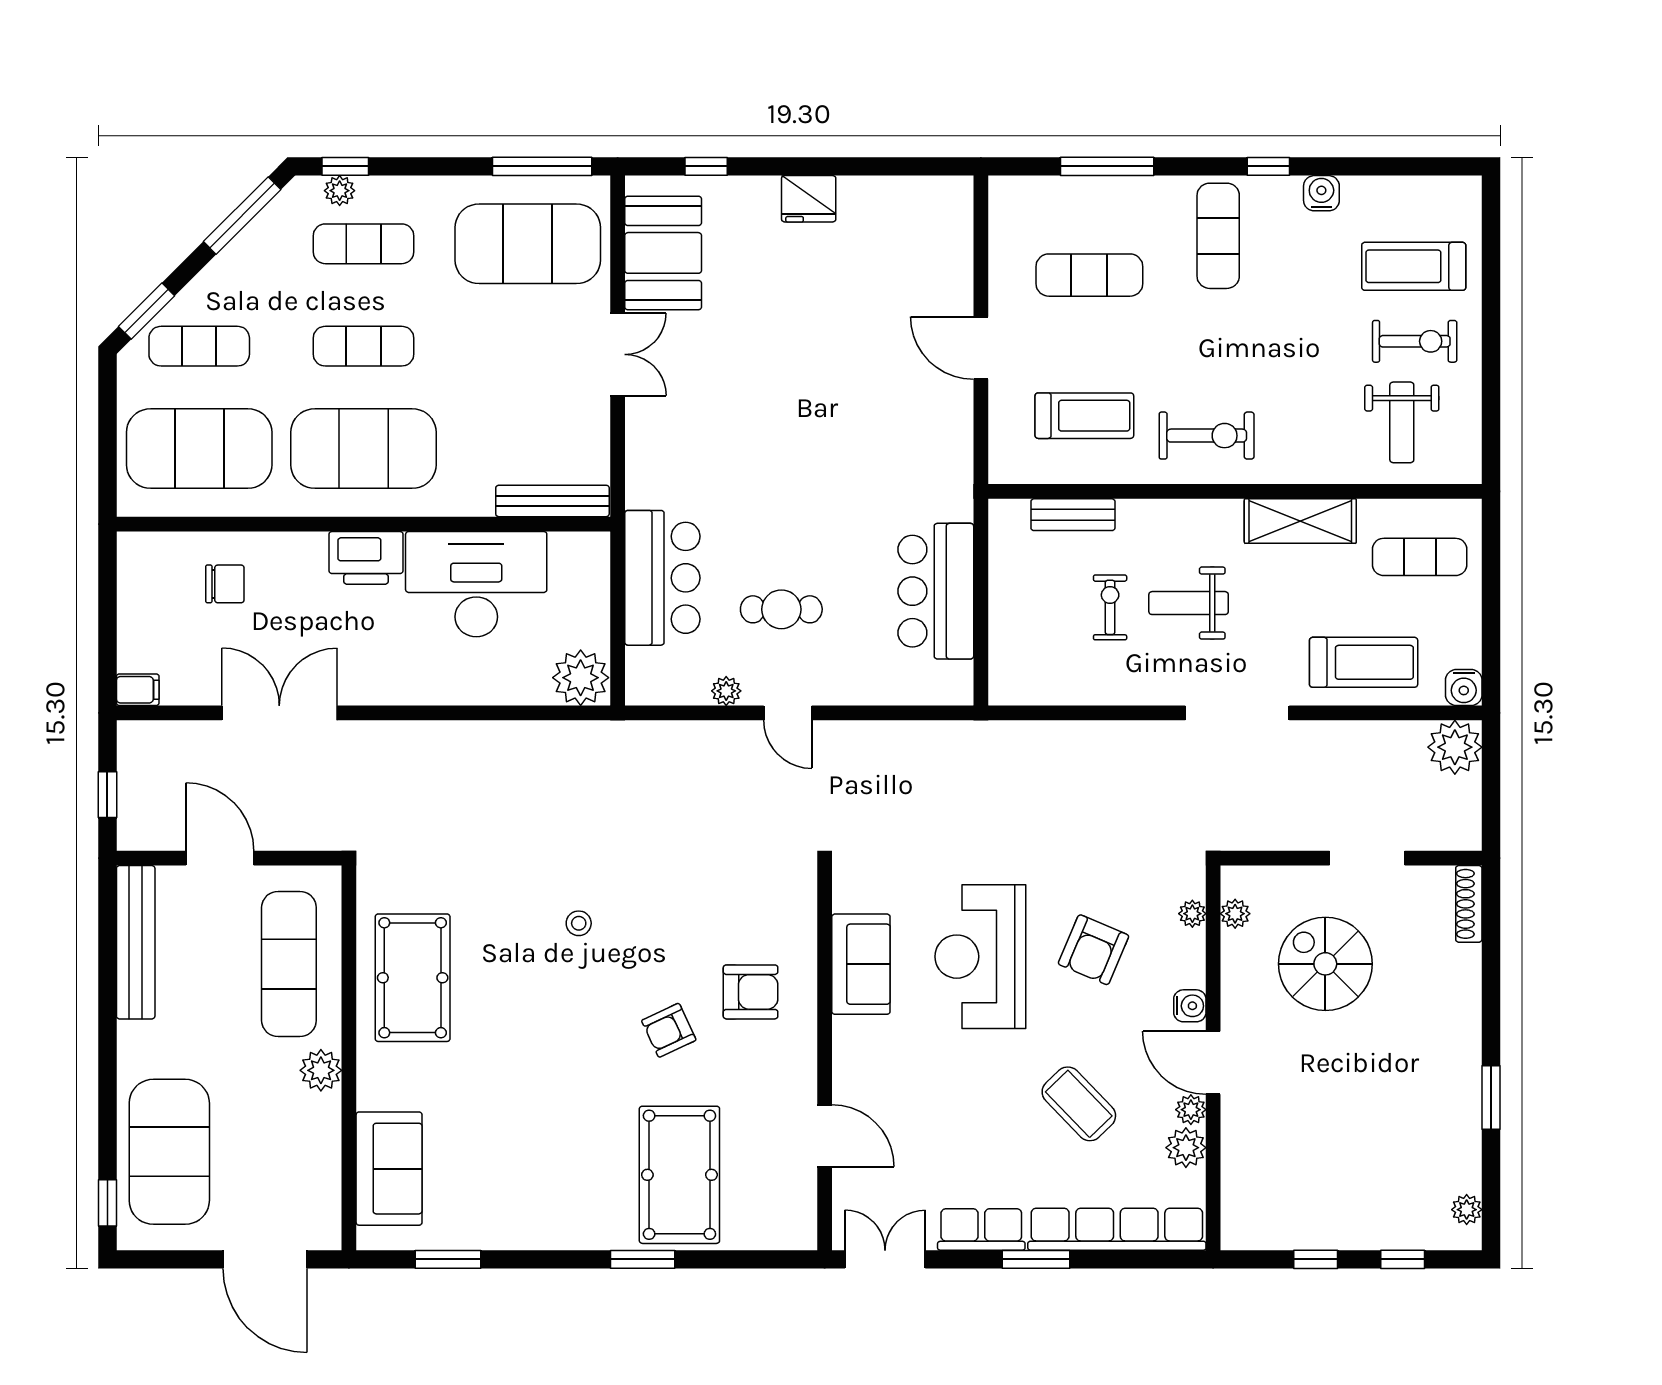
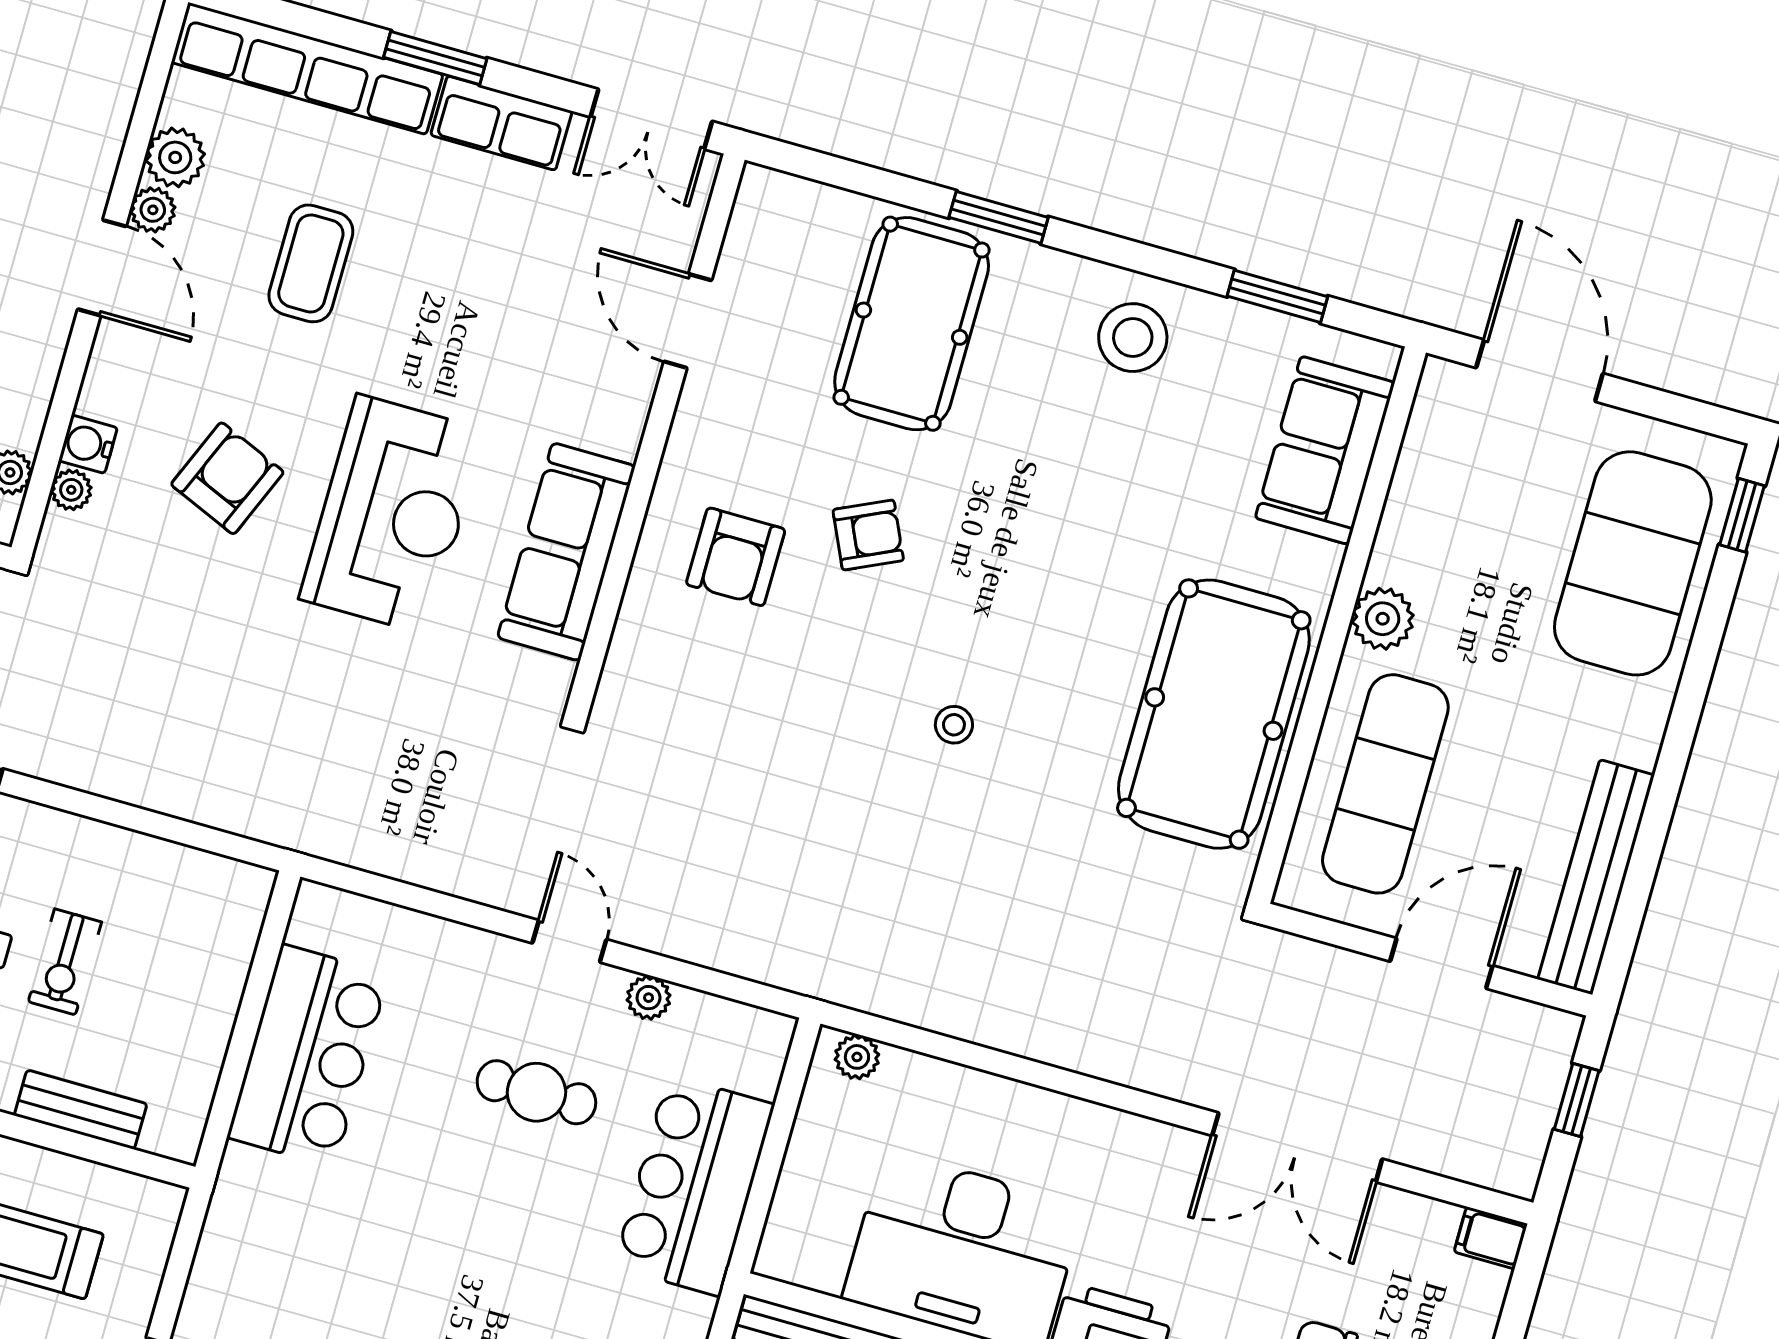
plant: (581, 678) -> (857, 1057), width x0.53, depth x0.53
door: (220, 858) -> (1441, 963), swing flipped
sofa: (861, 964) -> (566, 552), width x1.36
pool table: (413, 978) -> (1214, 714), width x1.36, depth x1.32
armchair: (751, 992) -> (736, 557), turned -90
water cooler: (1190, 1006) -> (88, 444), moved
coffee table: (1079, 1104) -> (311, 263), turned 44
stool: (534, 1206) -> (1133, 338), added

